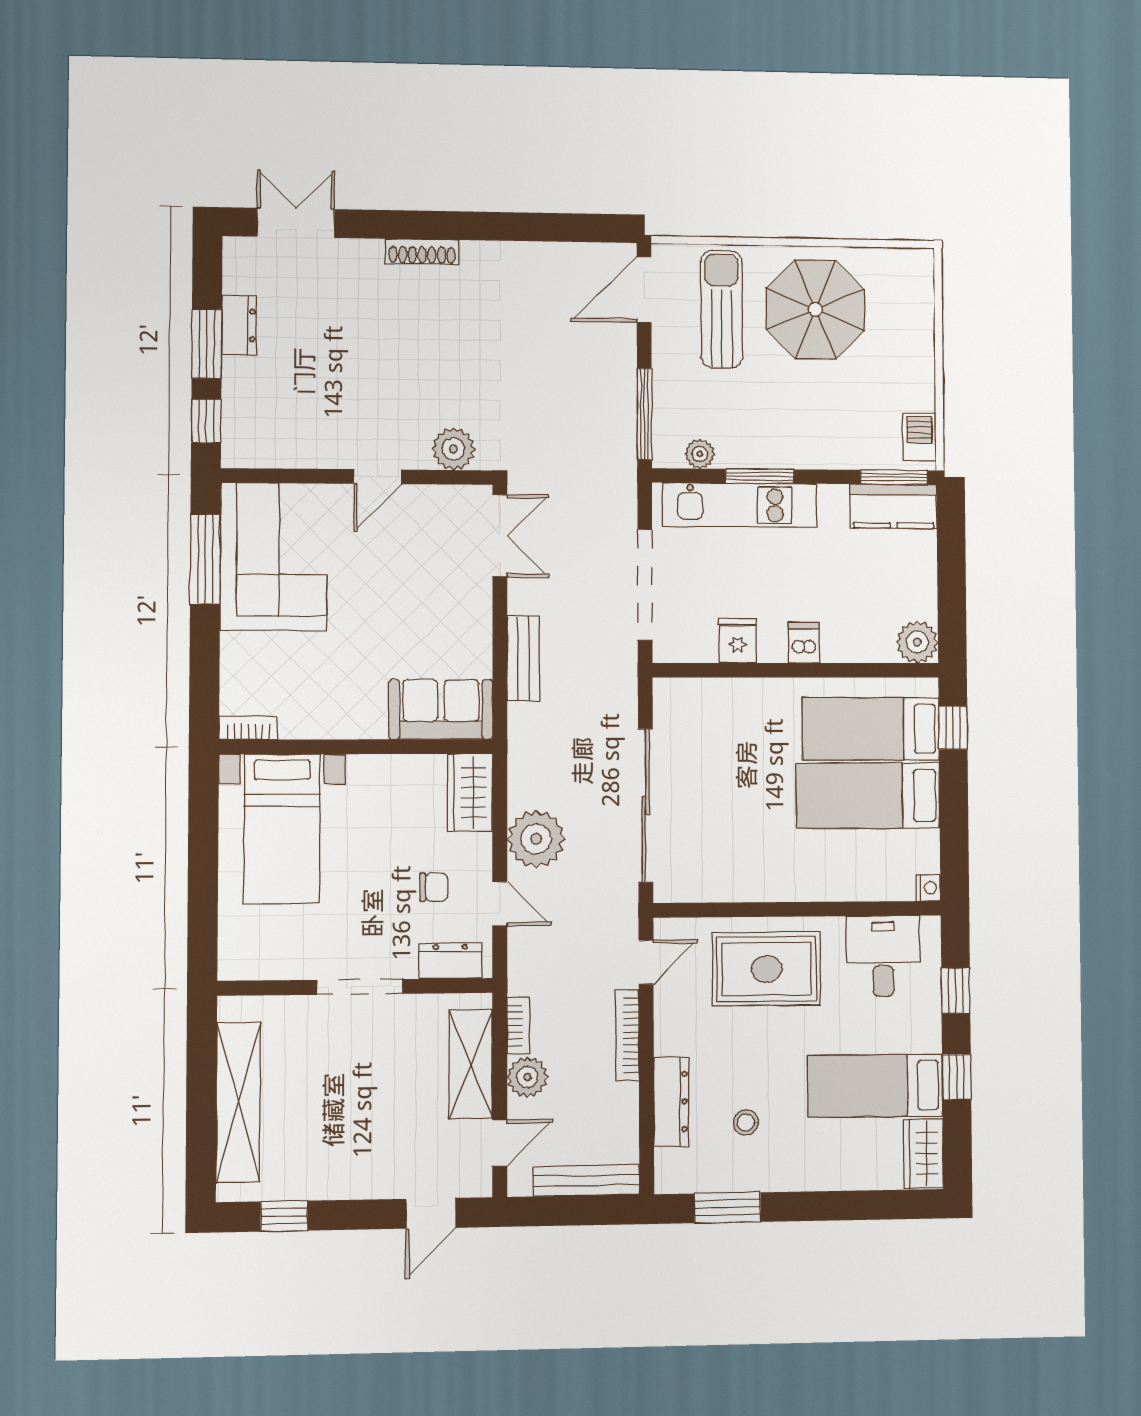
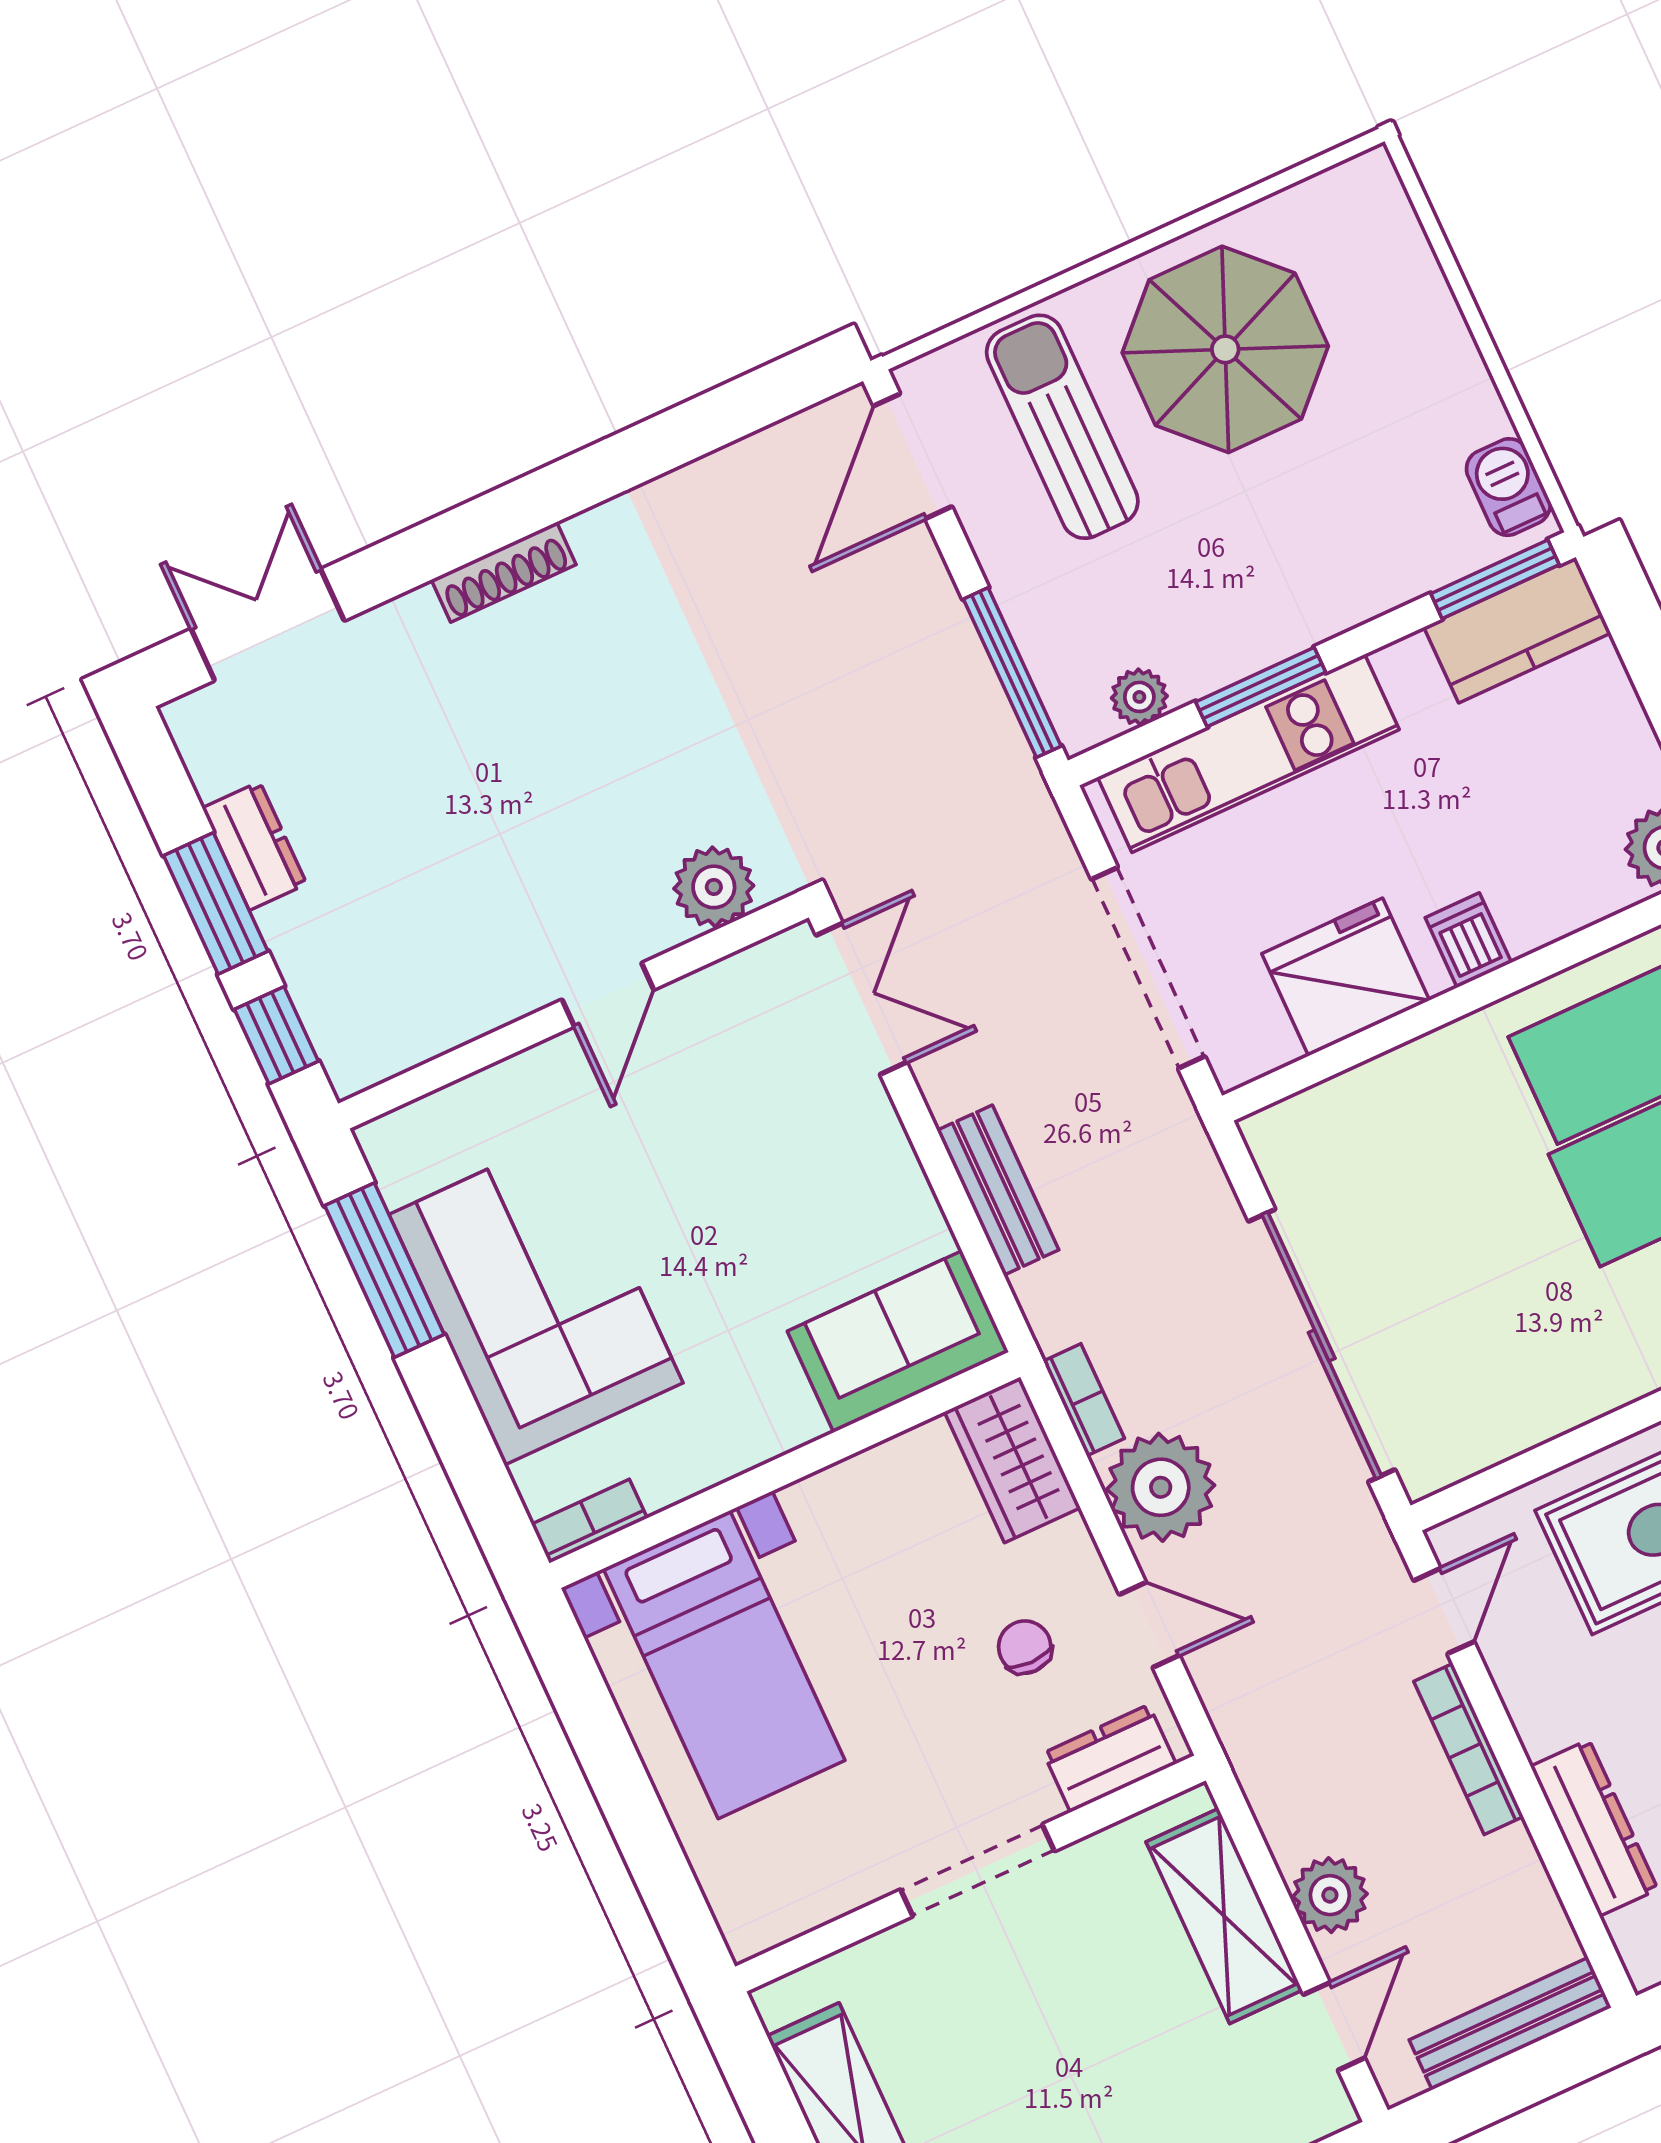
corner sofa: (274, 557) -> (536, 1299), moved
fridge: (738, 641) -> (1346, 977), width x1.88, depth x1.34
chair: (434, 887) -> (1025, 1647), turned -90
bookcase: (518, 1026) -> (1084, 1400), moved

